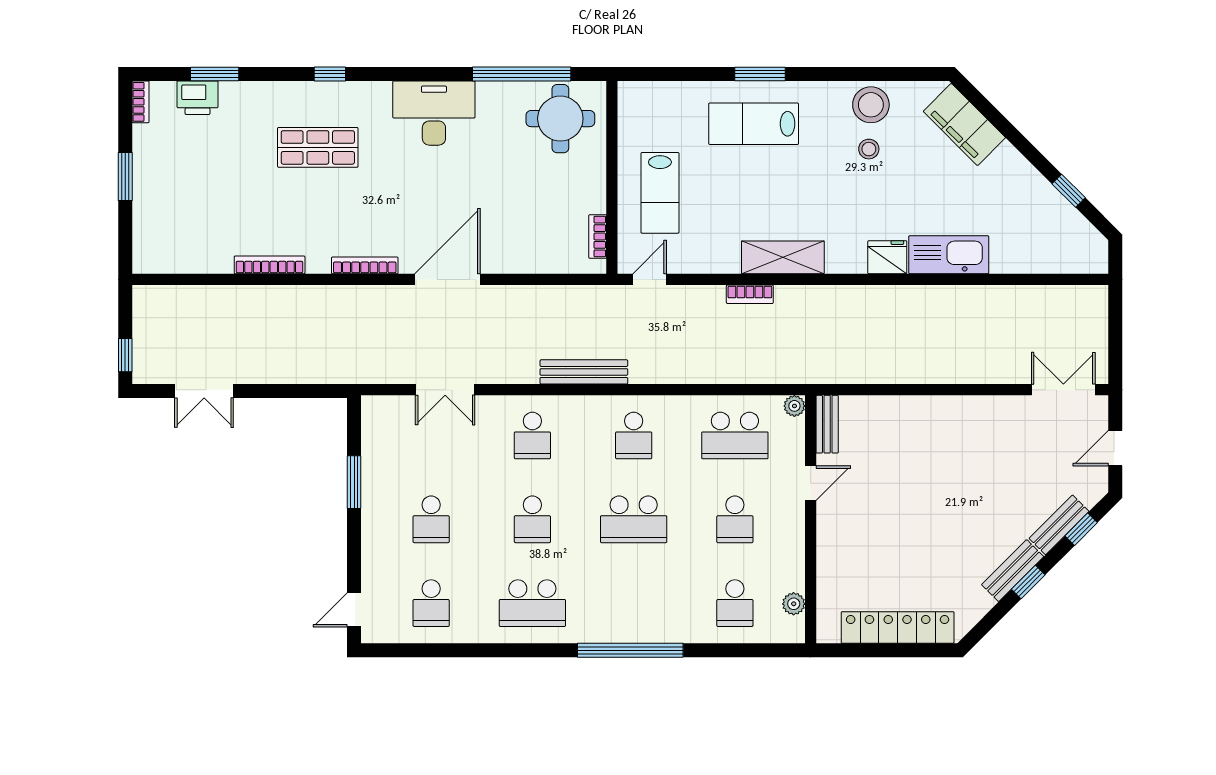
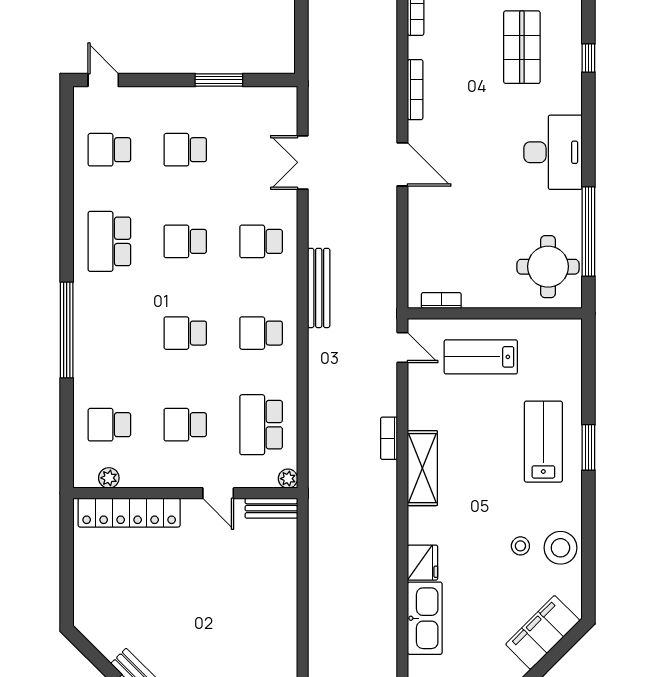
door: (447, 279) -> (402, 164), width x0.73
school desk: (634, 519) -> (185, 333), width x0.54
locker: (898, 628) -> (129, 513), moved, turned 90

